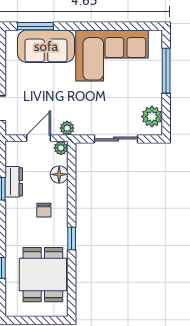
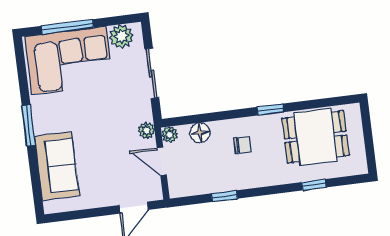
window: (35, 26) -> (29, 125), moved
corner sofa: (112, 55) -> (69, 60), moved, turned 90
dresser: (14, 182) -> (215, 183), removed

